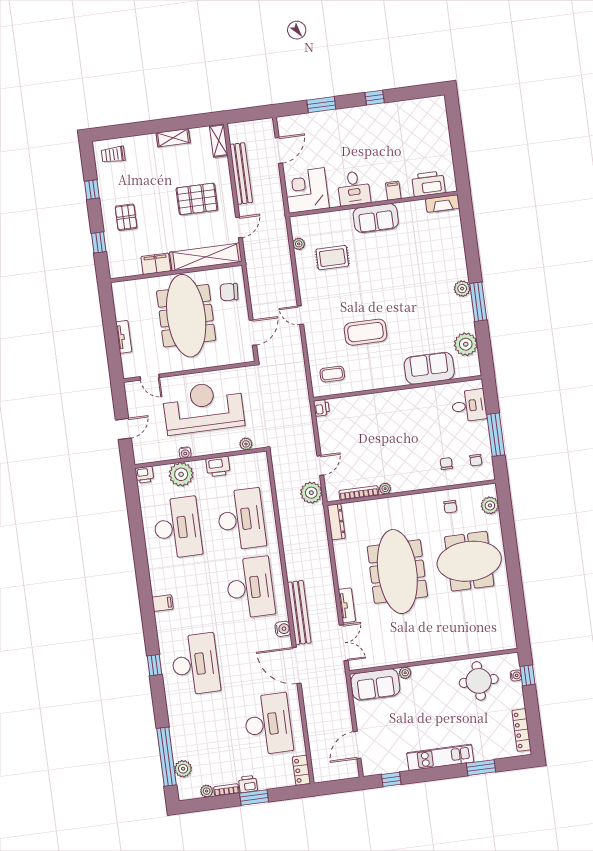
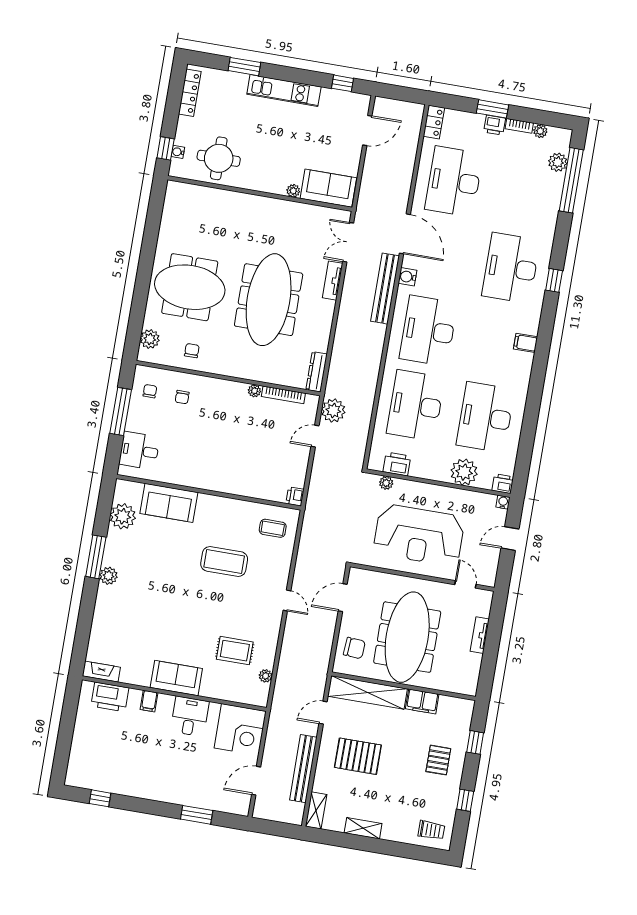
window: (375, 98) -> (100, 798), moved
water cooler: (185, 453) -> (503, 502), moved
printer: (218, 466) -> (397, 464), moved

